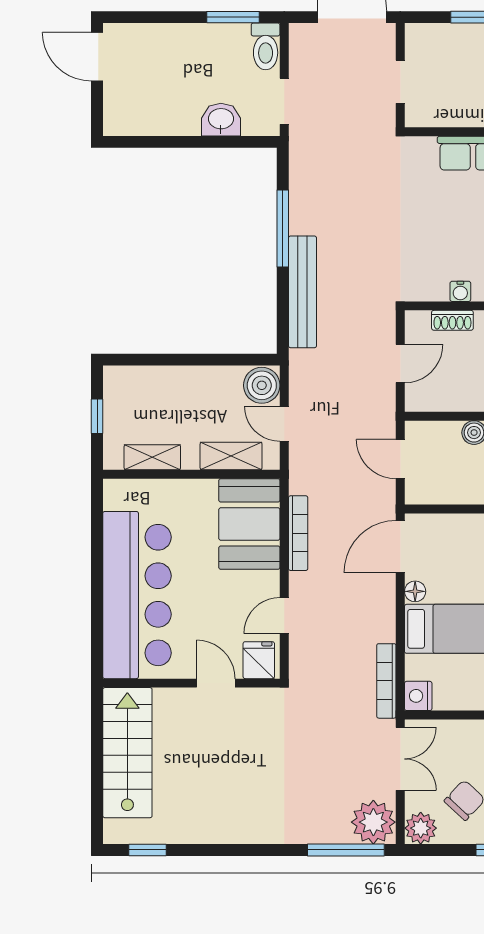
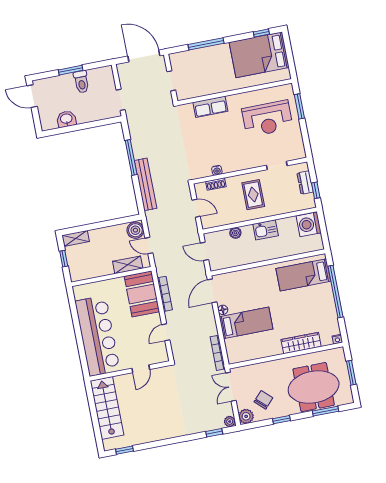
window: (233, 17) -> (71, 70), moved
toilet: (266, 46) -> (81, 82), moved
washbasin: (221, 120) -> (66, 119), moved
door: (400, 364) -> (196, 208), hinge flipped
shelving: (152, 457) -> (76, 238), moved
fridge: (259, 660) -> (158, 355), removed
door: (216, 683) -> (141, 369), swing flipped
nightstand: (418, 696) -> (233, 357), removed
double door: (400, 759) -> (231, 387), swing flipped
plant: (373, 822) -> (230, 422), width x0.53, depth x0.53
window: (346, 850) -> (214, 433), width x0.46

